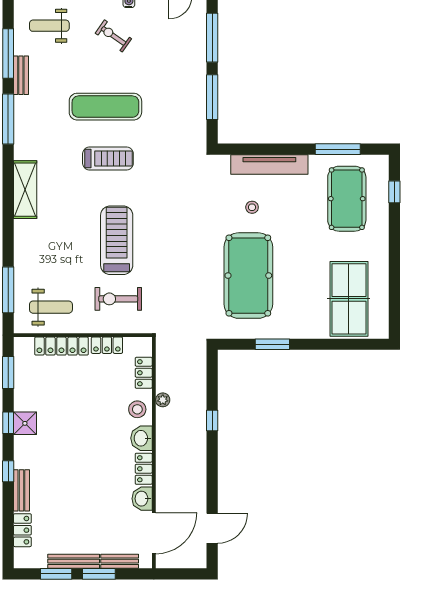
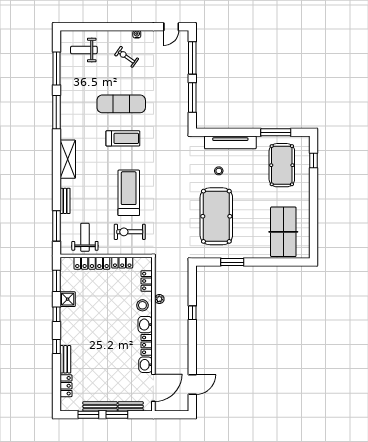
bench: (21, 75) -> (65, 201), moved
weight bench: (51, 307) -> (85, 237), turned -90
shower: (25, 423) -> (68, 299), moved

